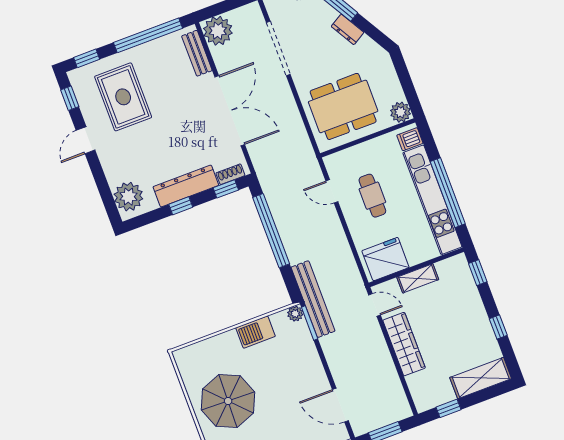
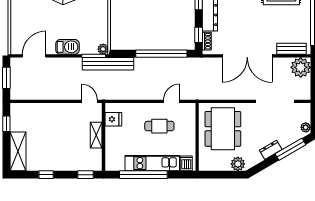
plant: (400, 112) -> (238, 164), moved
kitchen unit: (432, 200) -> (152, 163), width x0.73
fridge: (385, 259) -> (113, 119), width x0.53, depth x0.75
door: (375, 305) -> (90, 101), swing flipped
barbecue: (255, 332) -> (68, 47), moved, turned 90
wardrobe: (404, 344) -> (58, 111), removed

